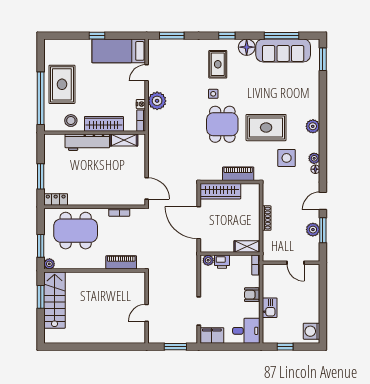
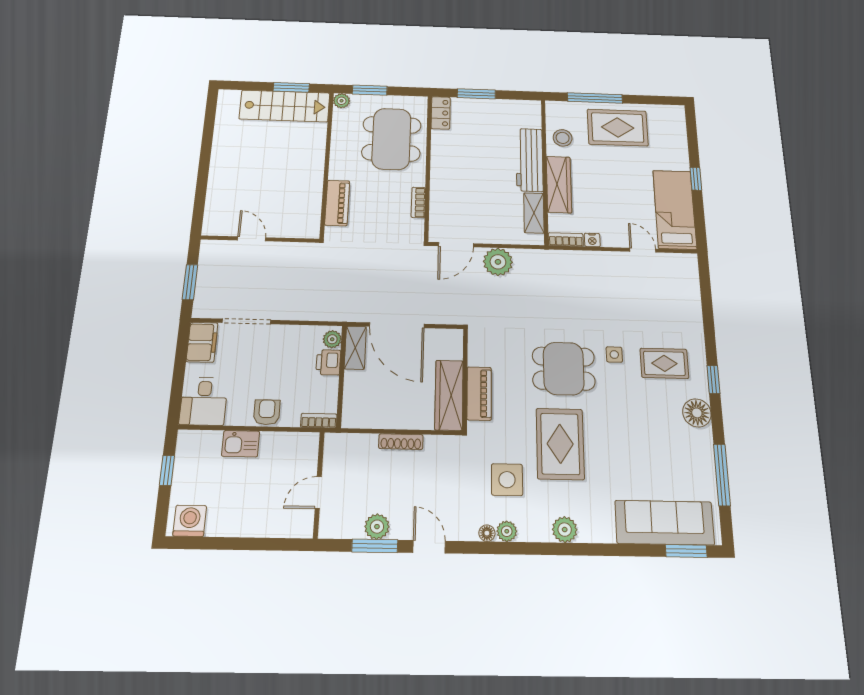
window: (172, 36) -> (706, 290), removed
sofa: (283, 50) -> (665, 523), moved, turned 90
window: (41, 98) -> (595, 98), width x0.68
plant: (157, 101) -> (498, 262), moved
wardrobe: (220, 191) -> (449, 395), moved
door: (199, 223) -> (397, 325), swing flipped
shelving: (247, 247) -> (355, 348), moved

